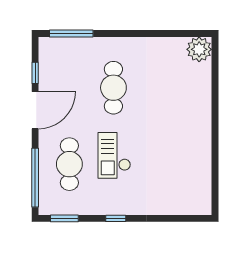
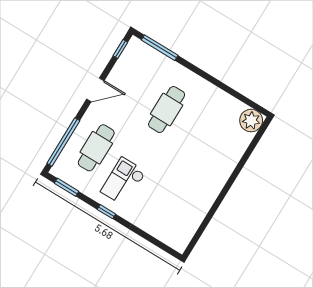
window: (35, 73) -> (120, 49), moved
door: (35, 110) -> (95, 90), width x0.73
checkout: (114, 155) -> (123, 182), moved

